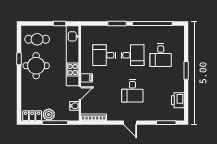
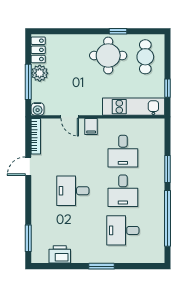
desk: (104, 55) -> (123, 151), turned 180
kitchen unit: (73, 56) -> (134, 107), width x0.73
water cooler: (74, 106) -> (38, 109), moved
door: (130, 123) -> (28, 166), moved

